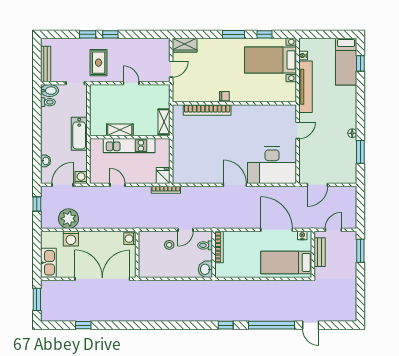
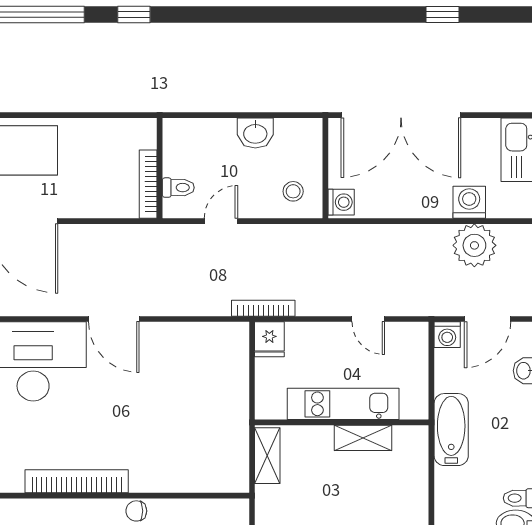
bookcase: (207, 110) -> (77, 481), moved
stool: (169, 245) -> (293, 191), moved
washbasin: (205, 269) -> (255, 133), moved, turned 90

